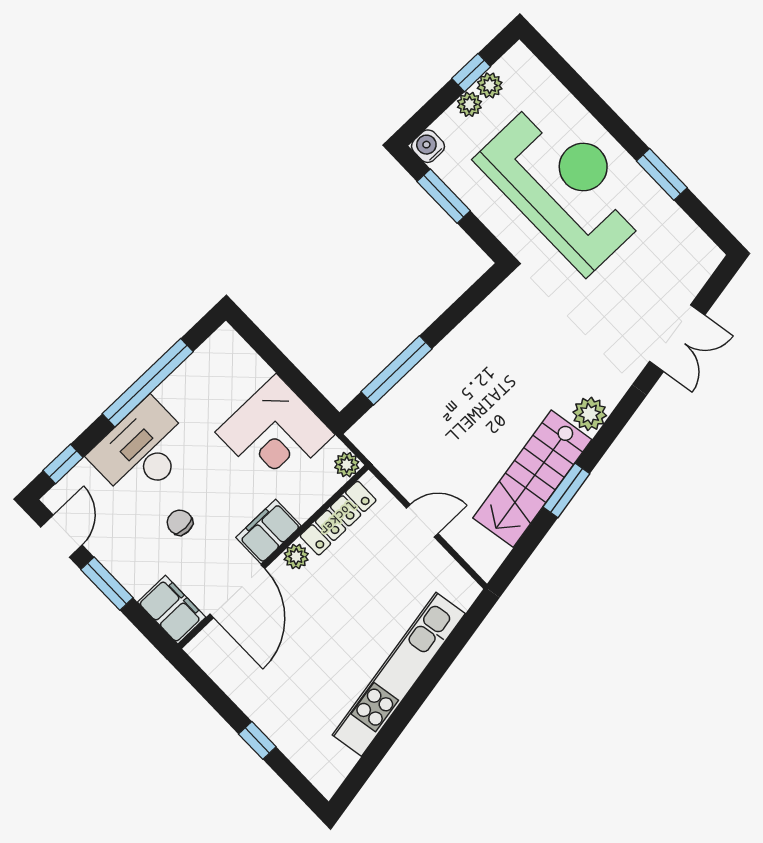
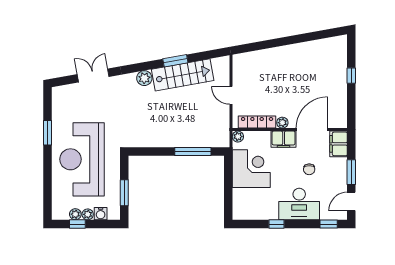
water cooler: (428, 146) -> (101, 214), moved
window: (148, 383) -> (276, 224), width x0.32
kitchen unit: (399, 674) -> (286, 53), removed

